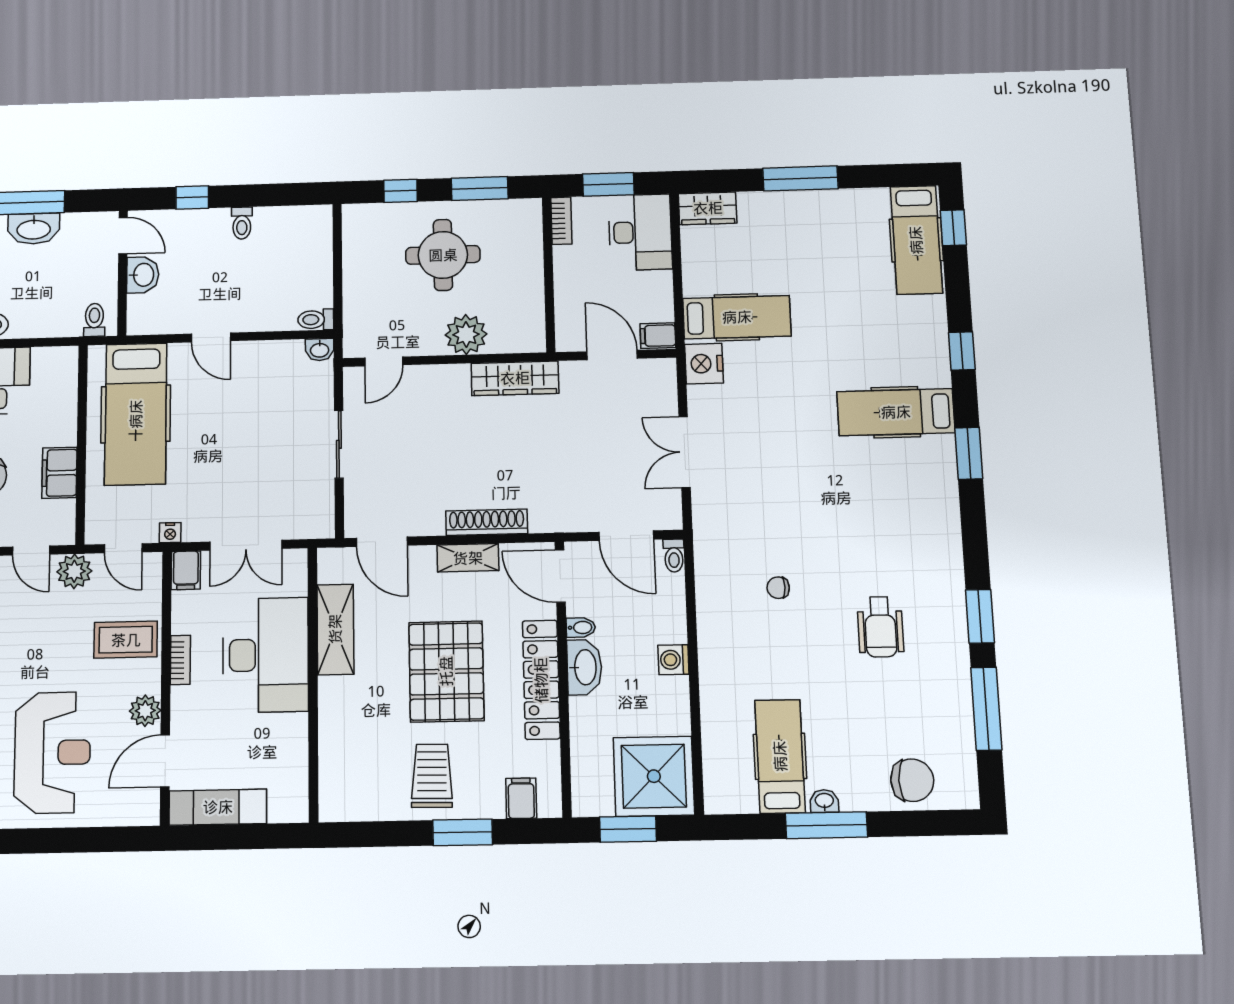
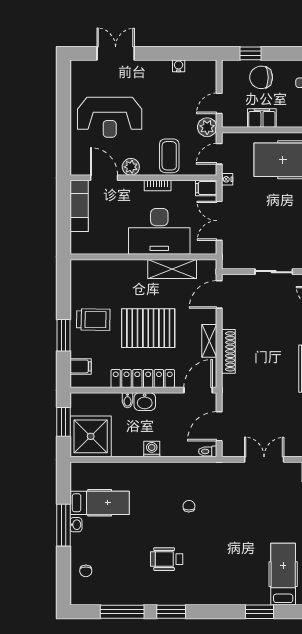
bidet: (581, 628) -> (128, 400), moved
washbasin: (584, 667) -> (145, 402), width x0.72
chair: (912, 780) -> (86, 571), width x0.54, depth x0.54

